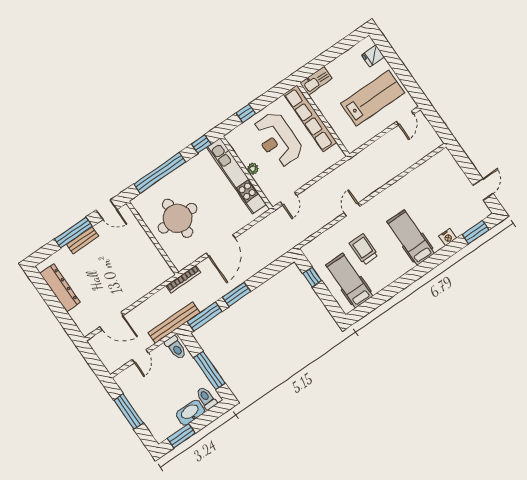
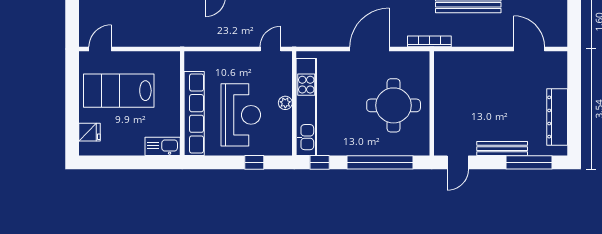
door: (107, 210) -> (458, 162), swing flipped
window: (73, 233) -> (529, 162), moved
bench: (83, 240) -> (502, 149), width x1.36

